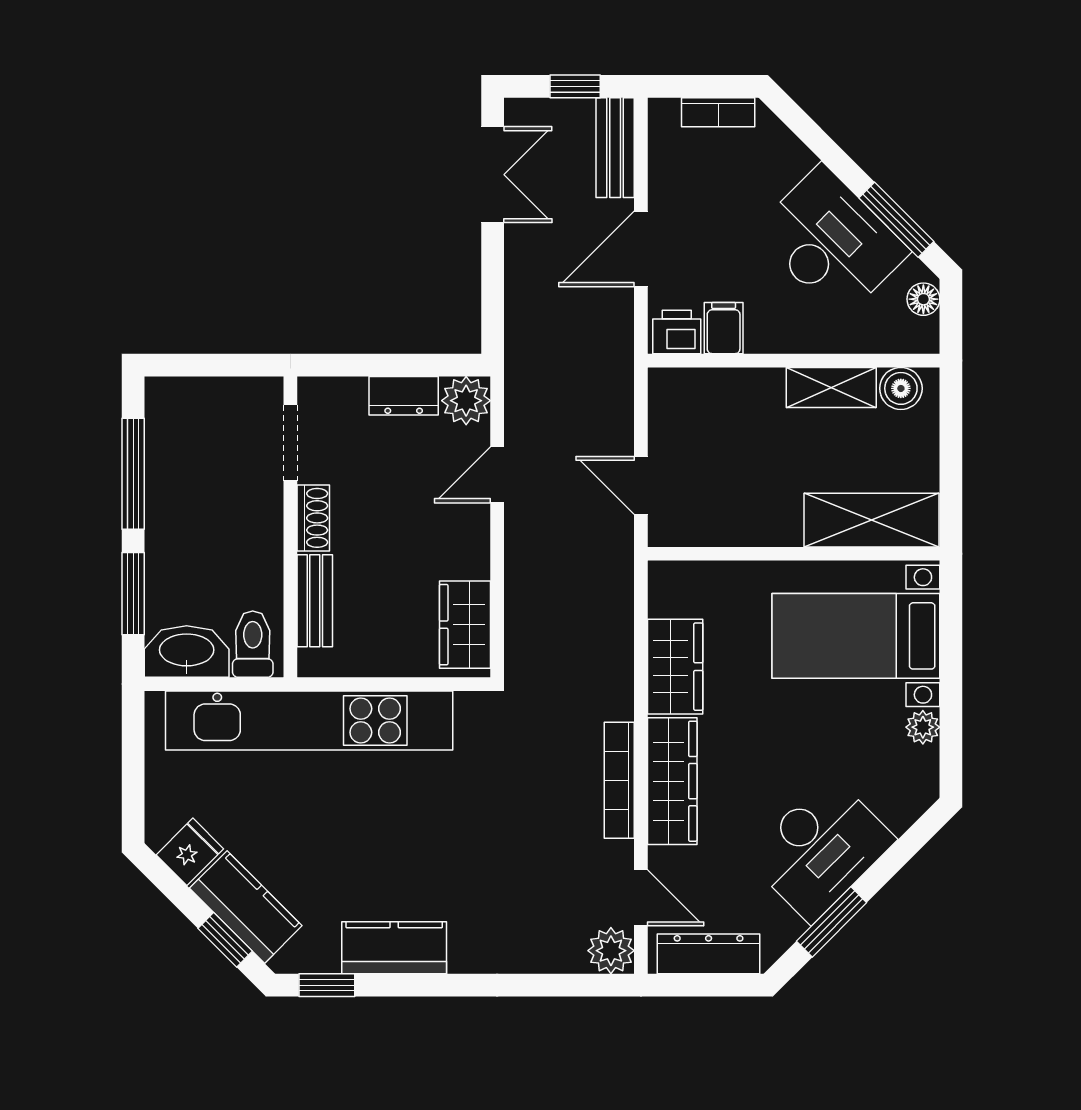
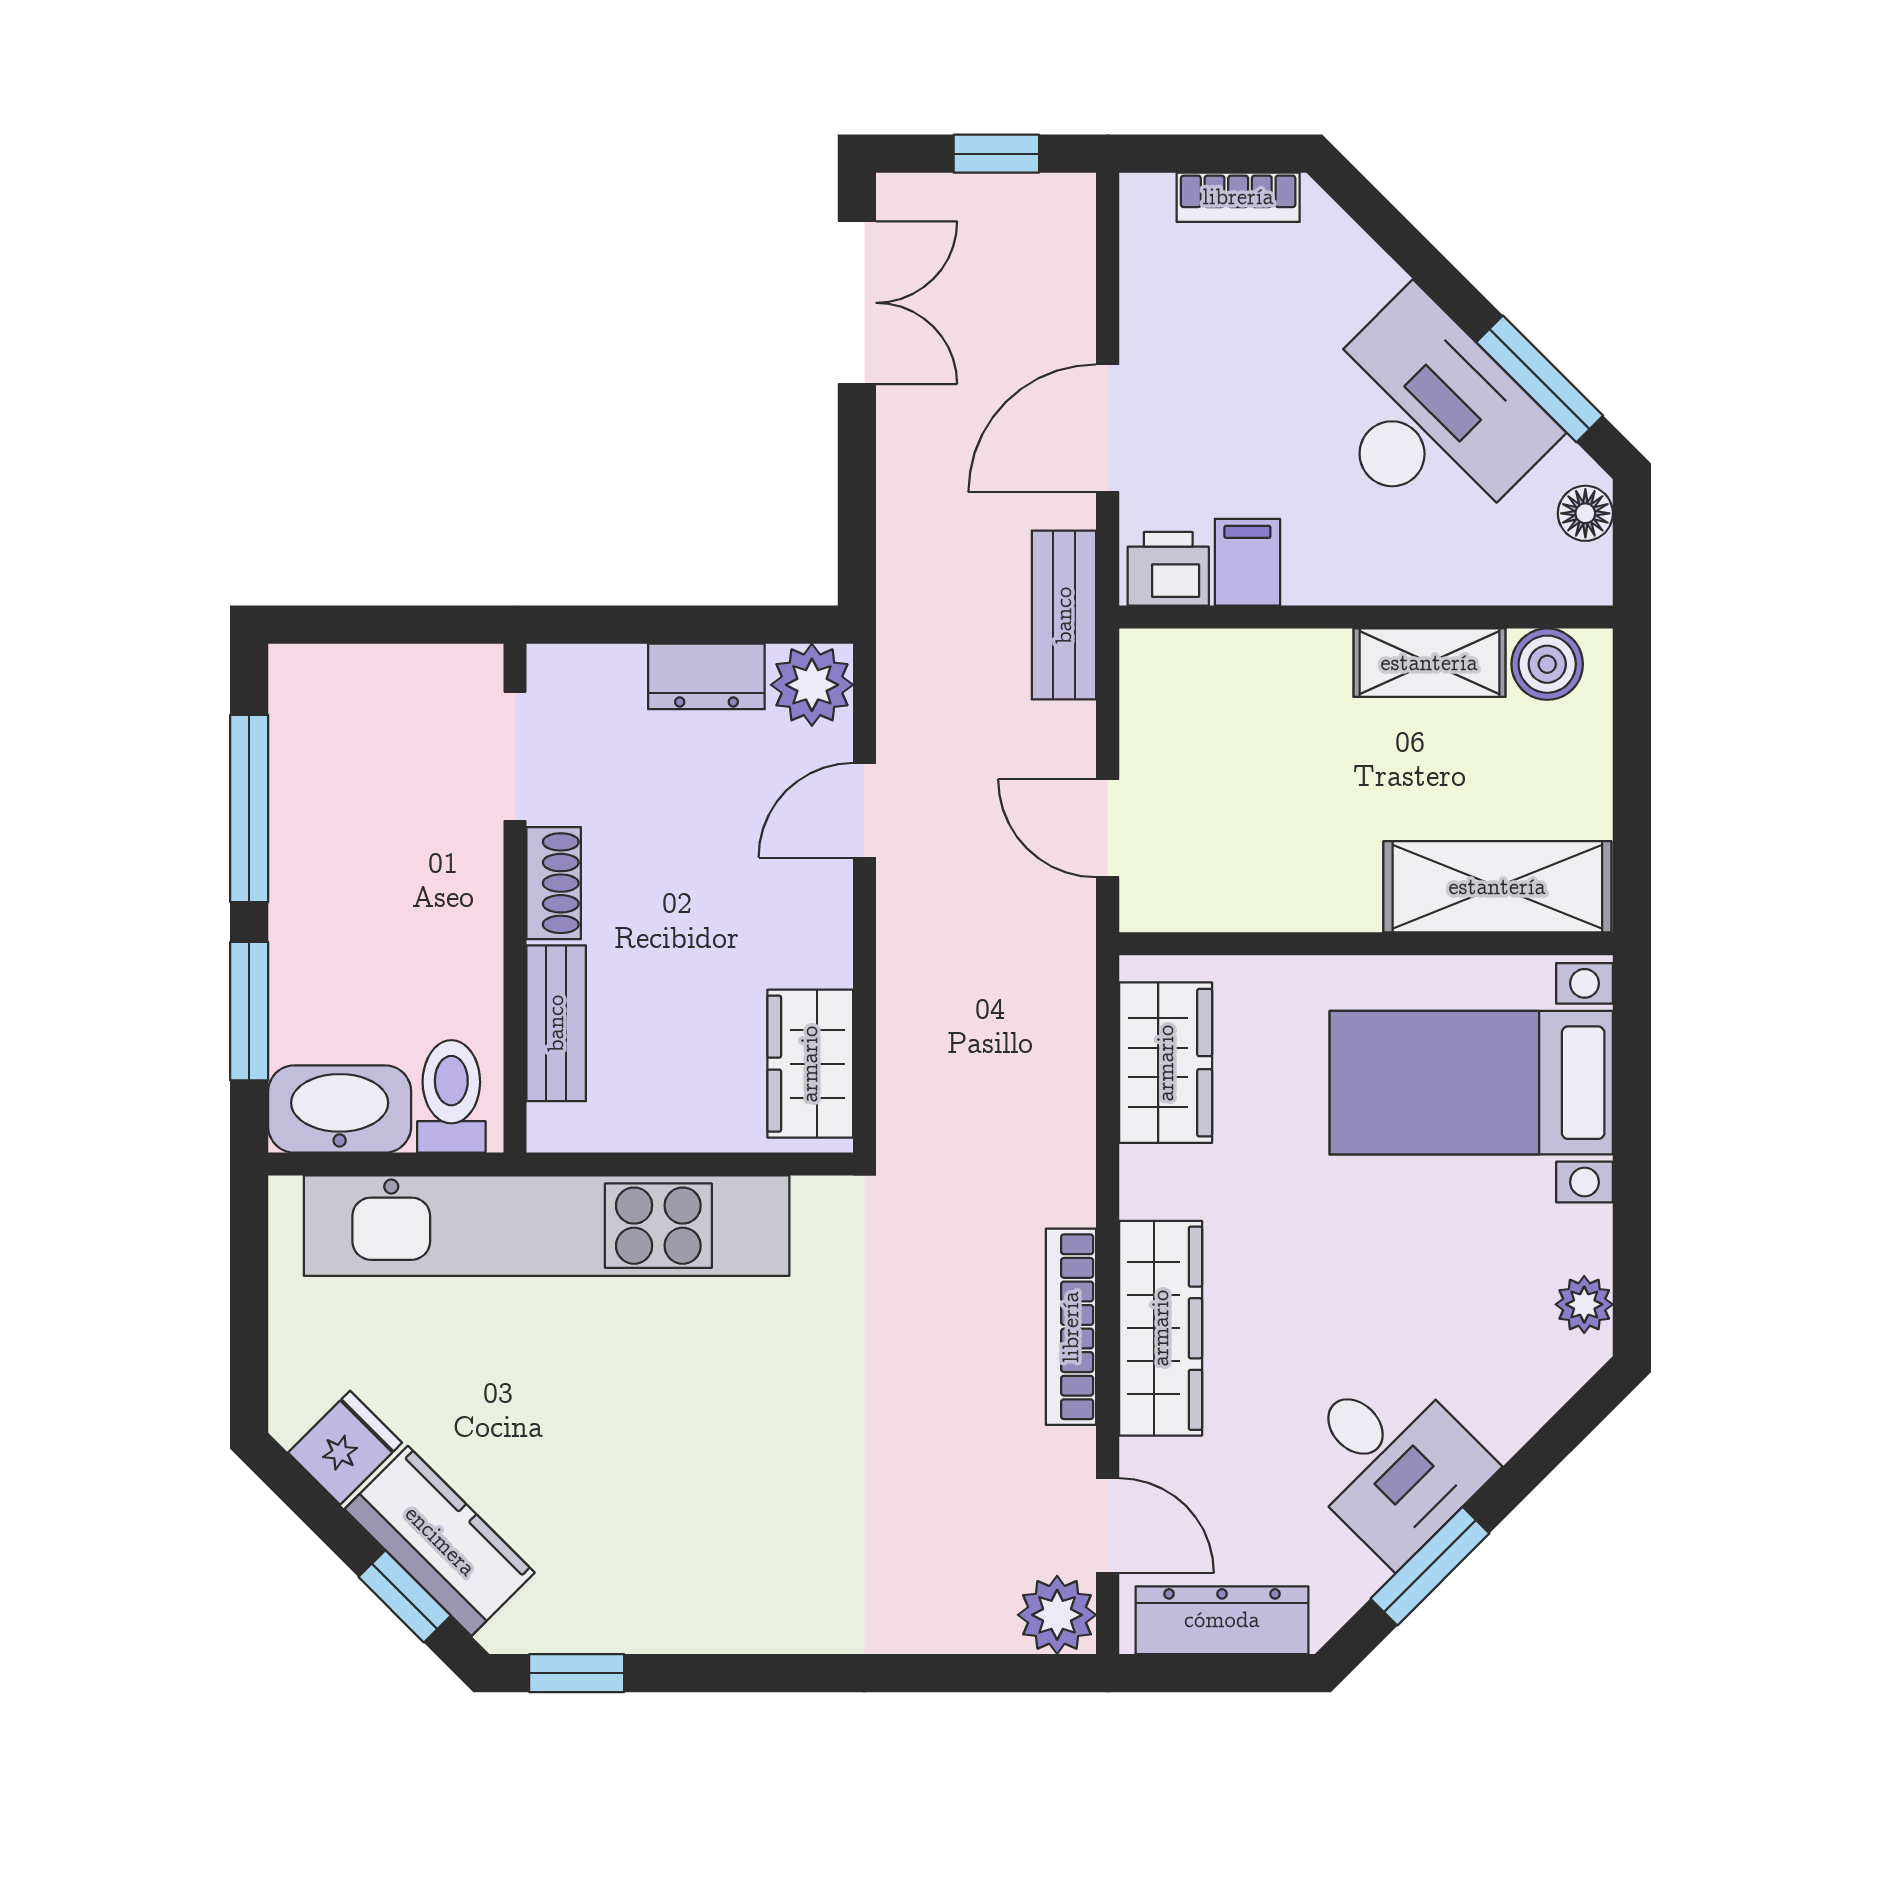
bench: (615, 148) -> (1064, 615), moved
wardrobe: (675, 667) -> (1166, 1063), moved
plant: (923, 727) -> (1584, 1304), moved
desk: (820, 849) -> (1391, 1462), width x0.73
kitchen counter: (394, 948) -> (690, 1610), removed

